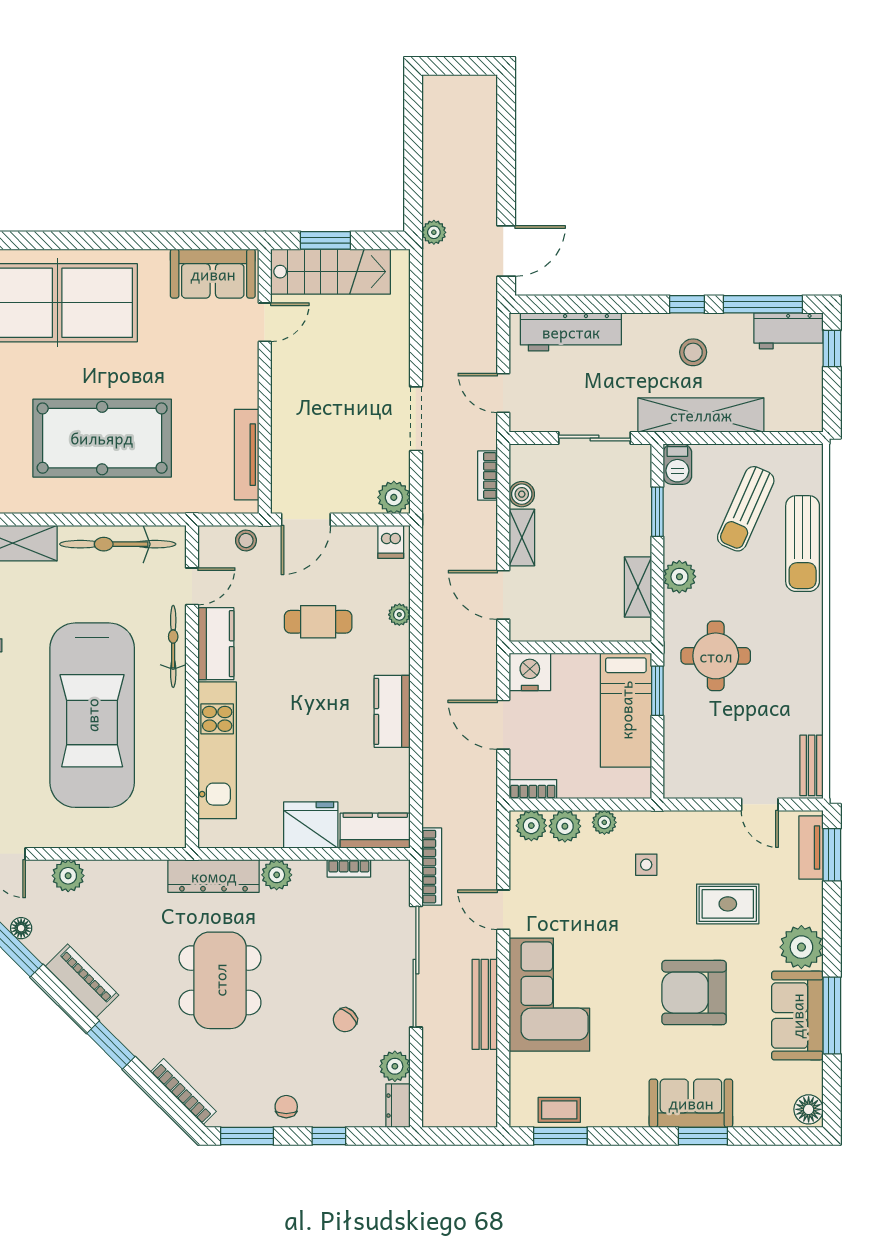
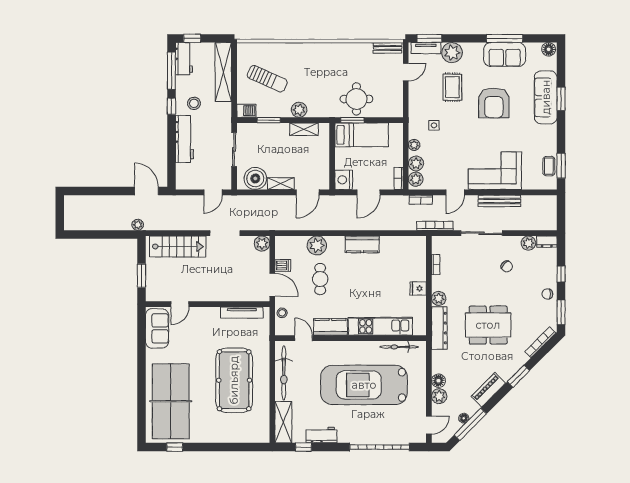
stairs: (330, 272) -> (178, 247), moved, turned 90
door: (265, 322) -> (180, 304), swing flipped
workbench: (571, 332) -> (184, 139), moved
shelving: (701, 415) -> (223, 72), moved
bookcase: (488, 476) -> (421, 200), moved
boiler: (522, 494) -> (255, 178), width x1.86, depth x1.86
dishwasher: (391, 542) -> (283, 266), moved
sun lounger: (803, 544) -> (284, 52), removed
plant: (399, 615) -> (317, 245), width x1.88, depth x1.88
bicycle: (173, 646) -> (399, 347), moved
round table: (716, 656) -> (356, 99), moved
car: (92, 715) -> (364, 385), turned 180
fridge: (311, 825) -> (418, 288), width x0.53, depth x0.75
kitchen counter: (375, 831) -> (418, 252), removed
floor lamp: (101, 874) -> (438, 381), added
plant: (801, 947) -> (452, 53), moved
sliding door: (416, 967) -> (482, 233), width x0.73
sofa: (691, 1103) -> (546, 97), width x1.36

